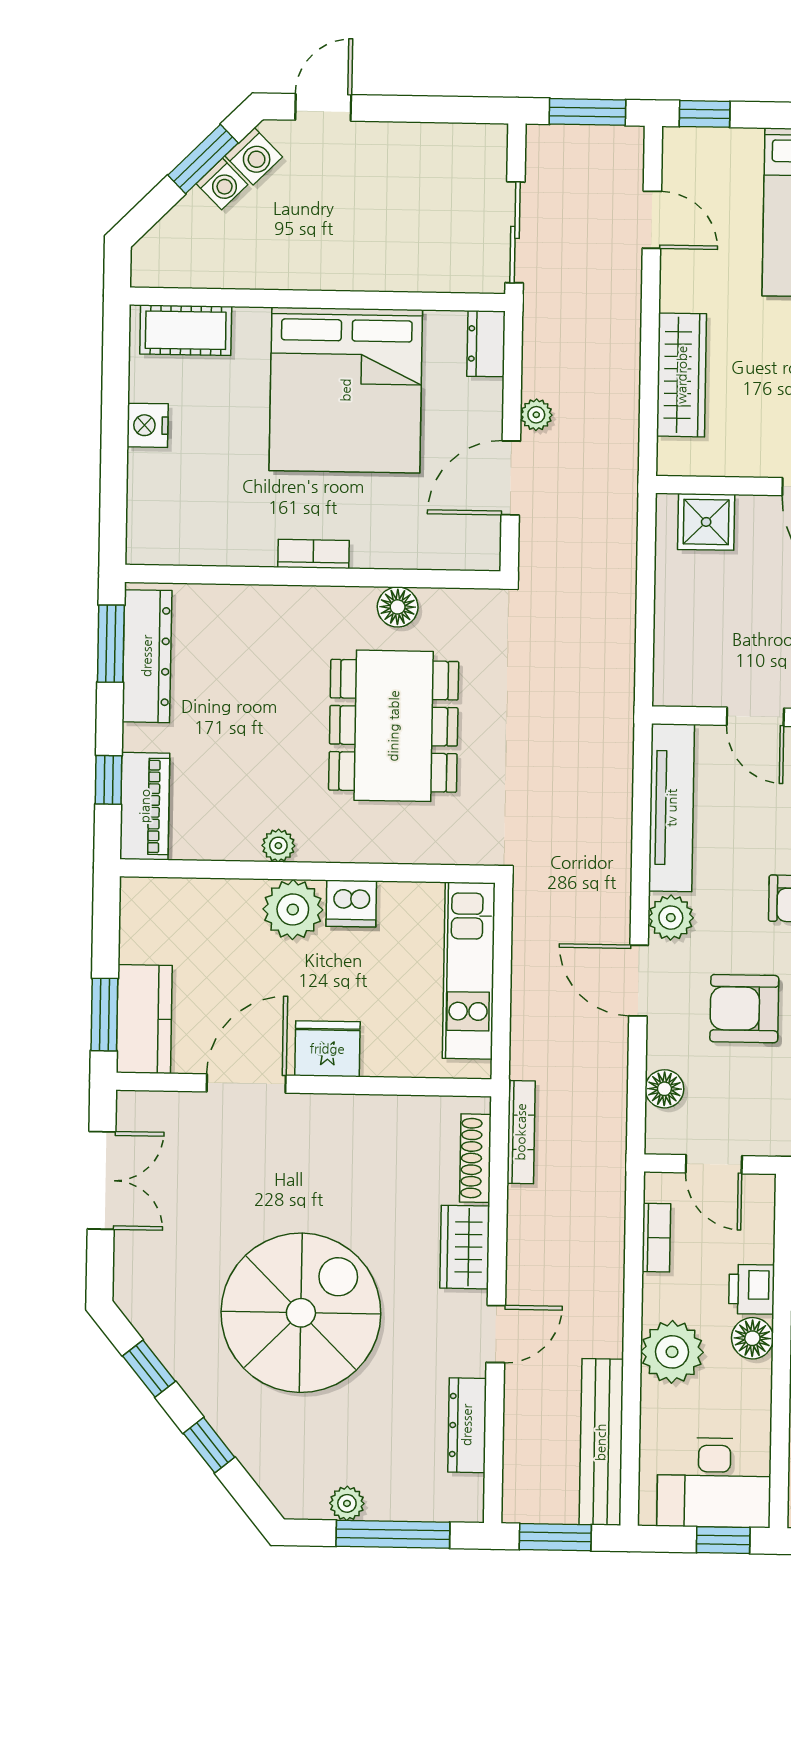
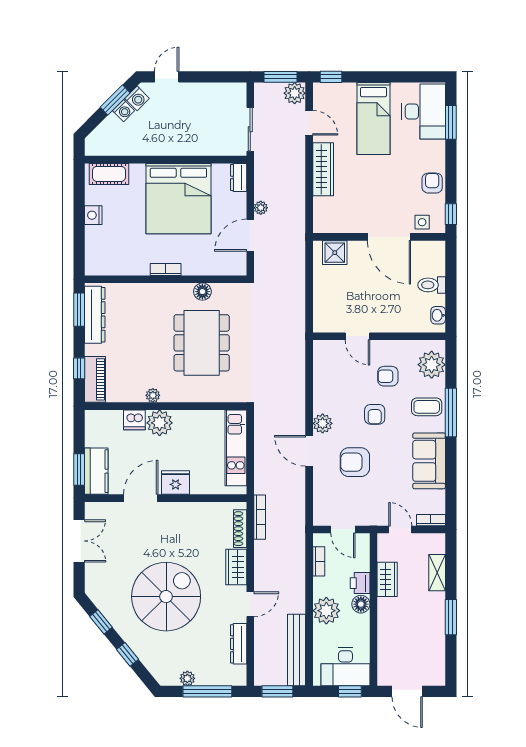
plant: (619, 150) -> (295, 93), added
wardrobe: (682, 375) -> (323, 169), moved
tv unit: (672, 808) -> (322, 376), removed
dishwasher: (351, 904) -> (134, 420), moved
floor lamp: (664, 1089) -> (321, 497), removed

